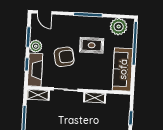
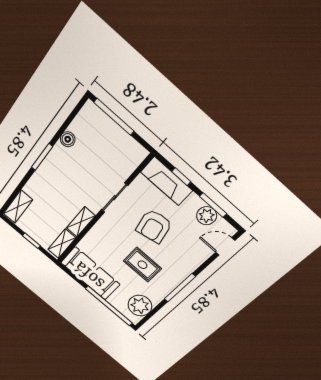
rug: (92, 45) -> (142, 265), turned 90
plant: (36, 46) -> (207, 216), moved
shelving: (38, 95) -> (62, 244), moved

